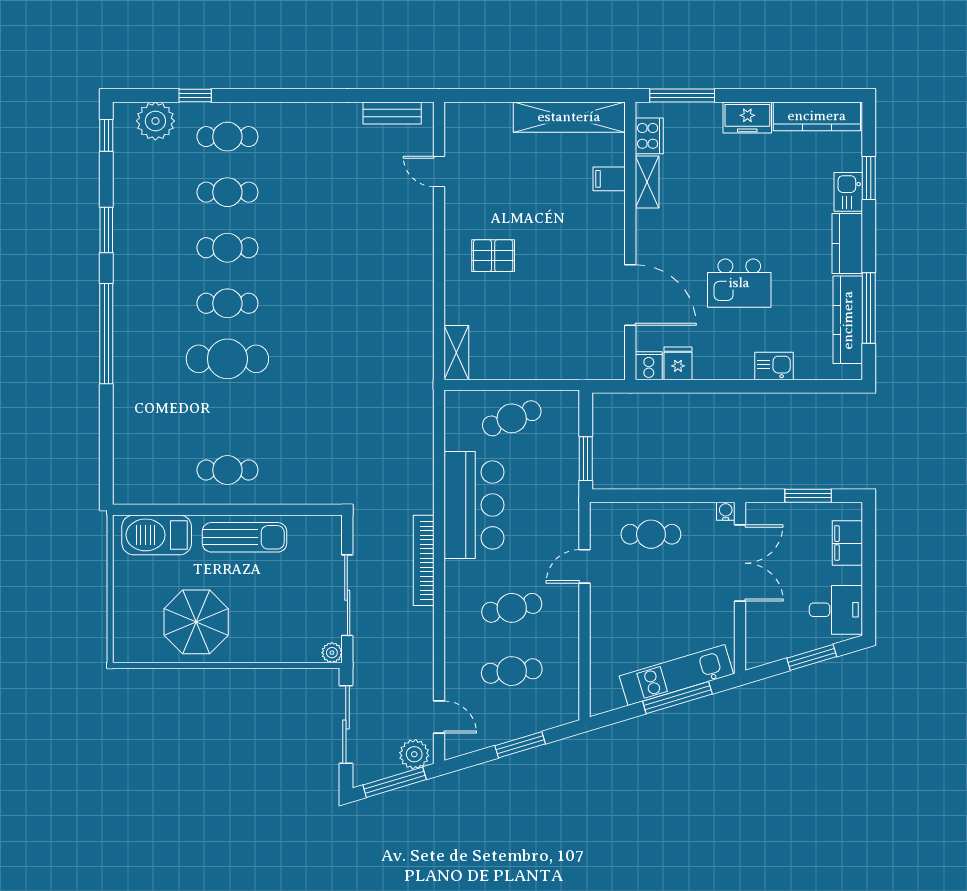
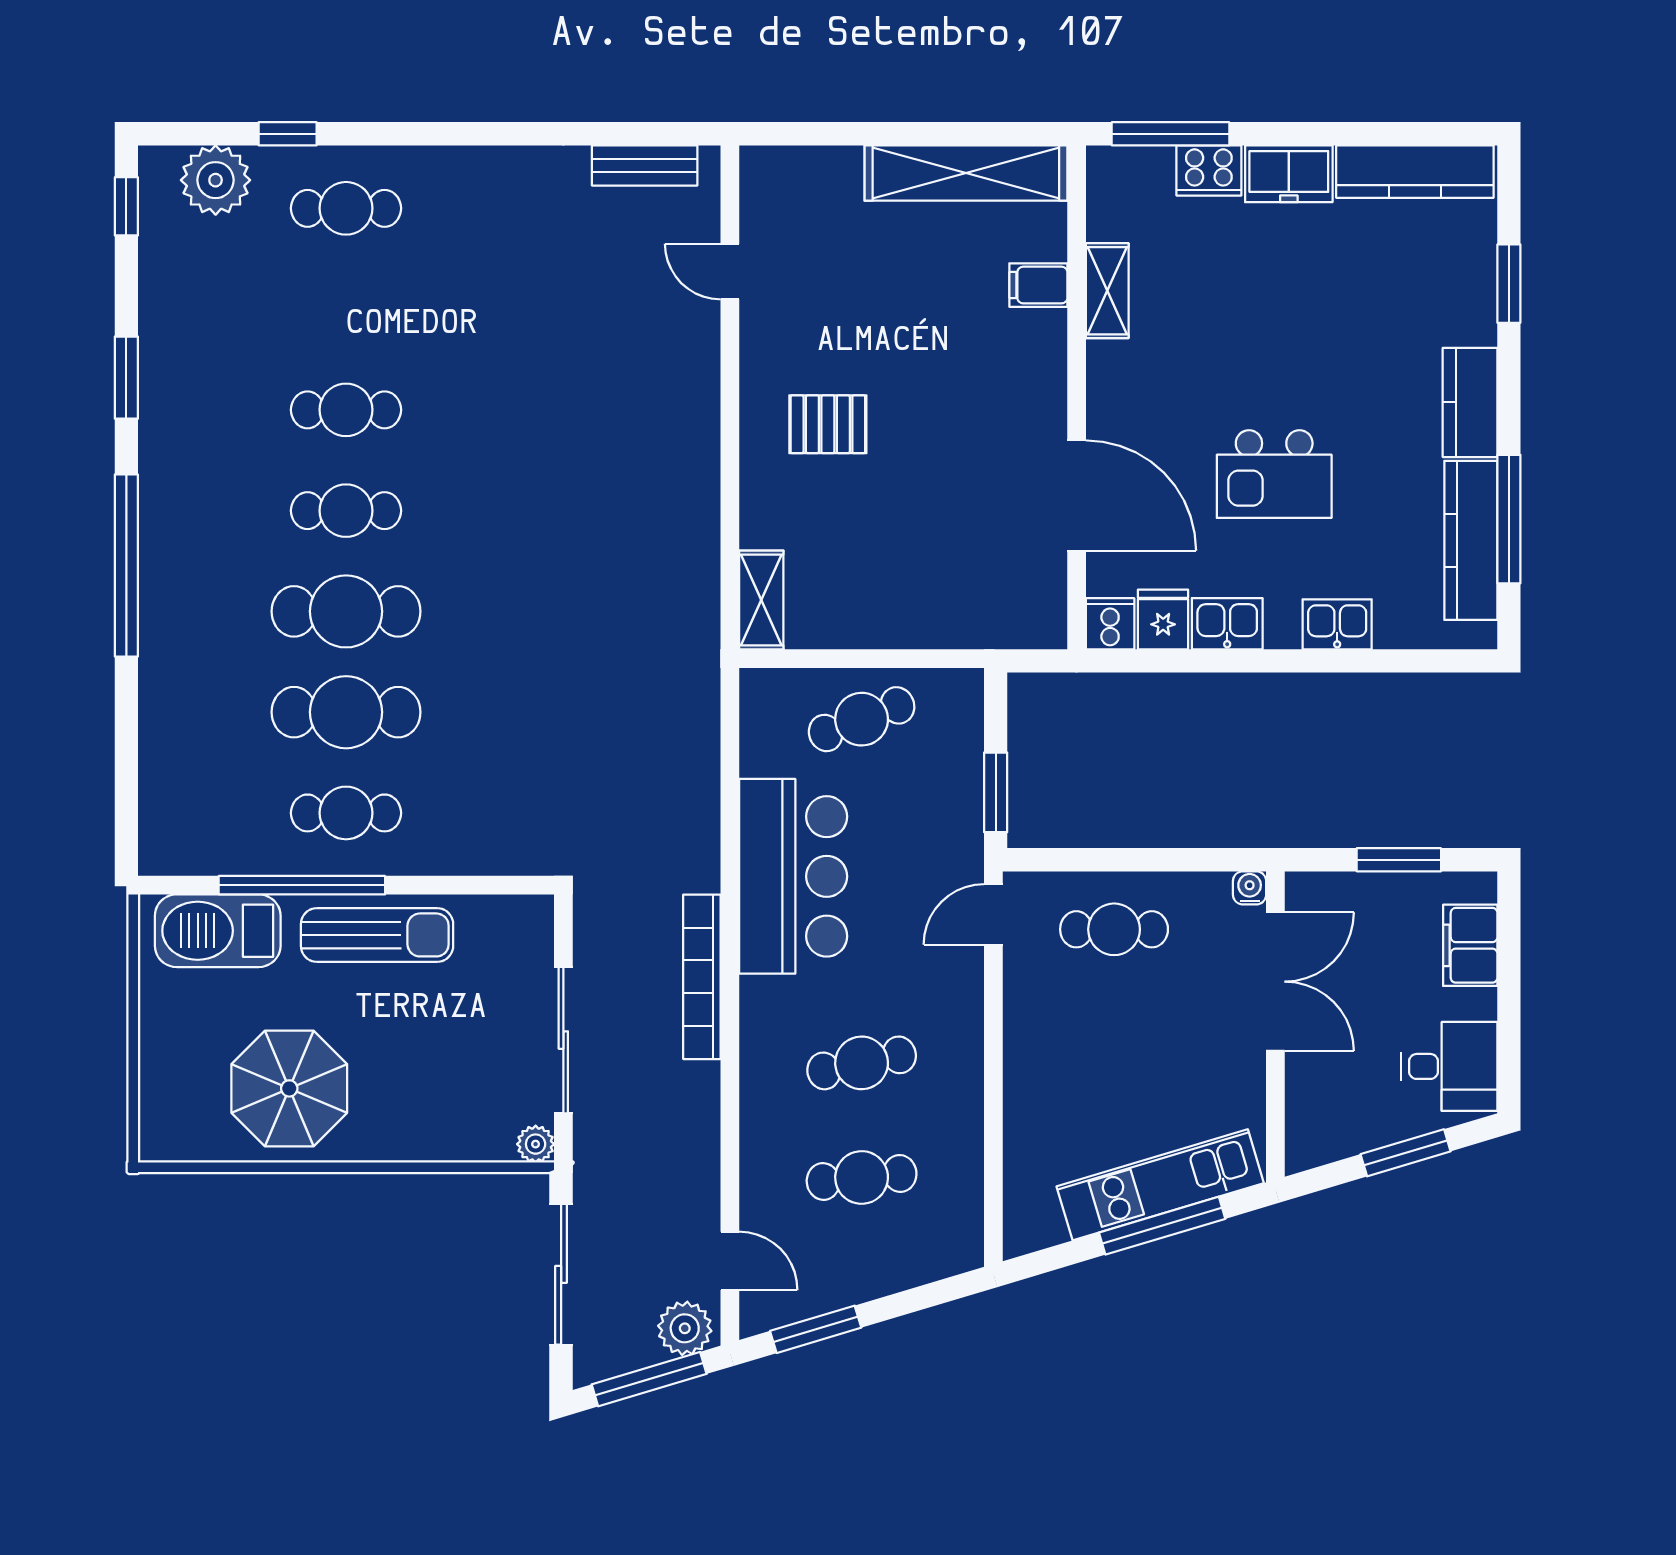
cooker: (649, 136) -> (1209, 170), moved, turned 90
cafe table: (227, 192) -> (346, 712), moved, width x1.37, depth x1.35
kitchen sink: (848, 192) -> (1227, 624), moved, turned 90
window: (203, 510) -> (302, 885), added
door: (584, 566) -> (993, 914), moved
window: (520, 745) -> (816, 1329), moved

